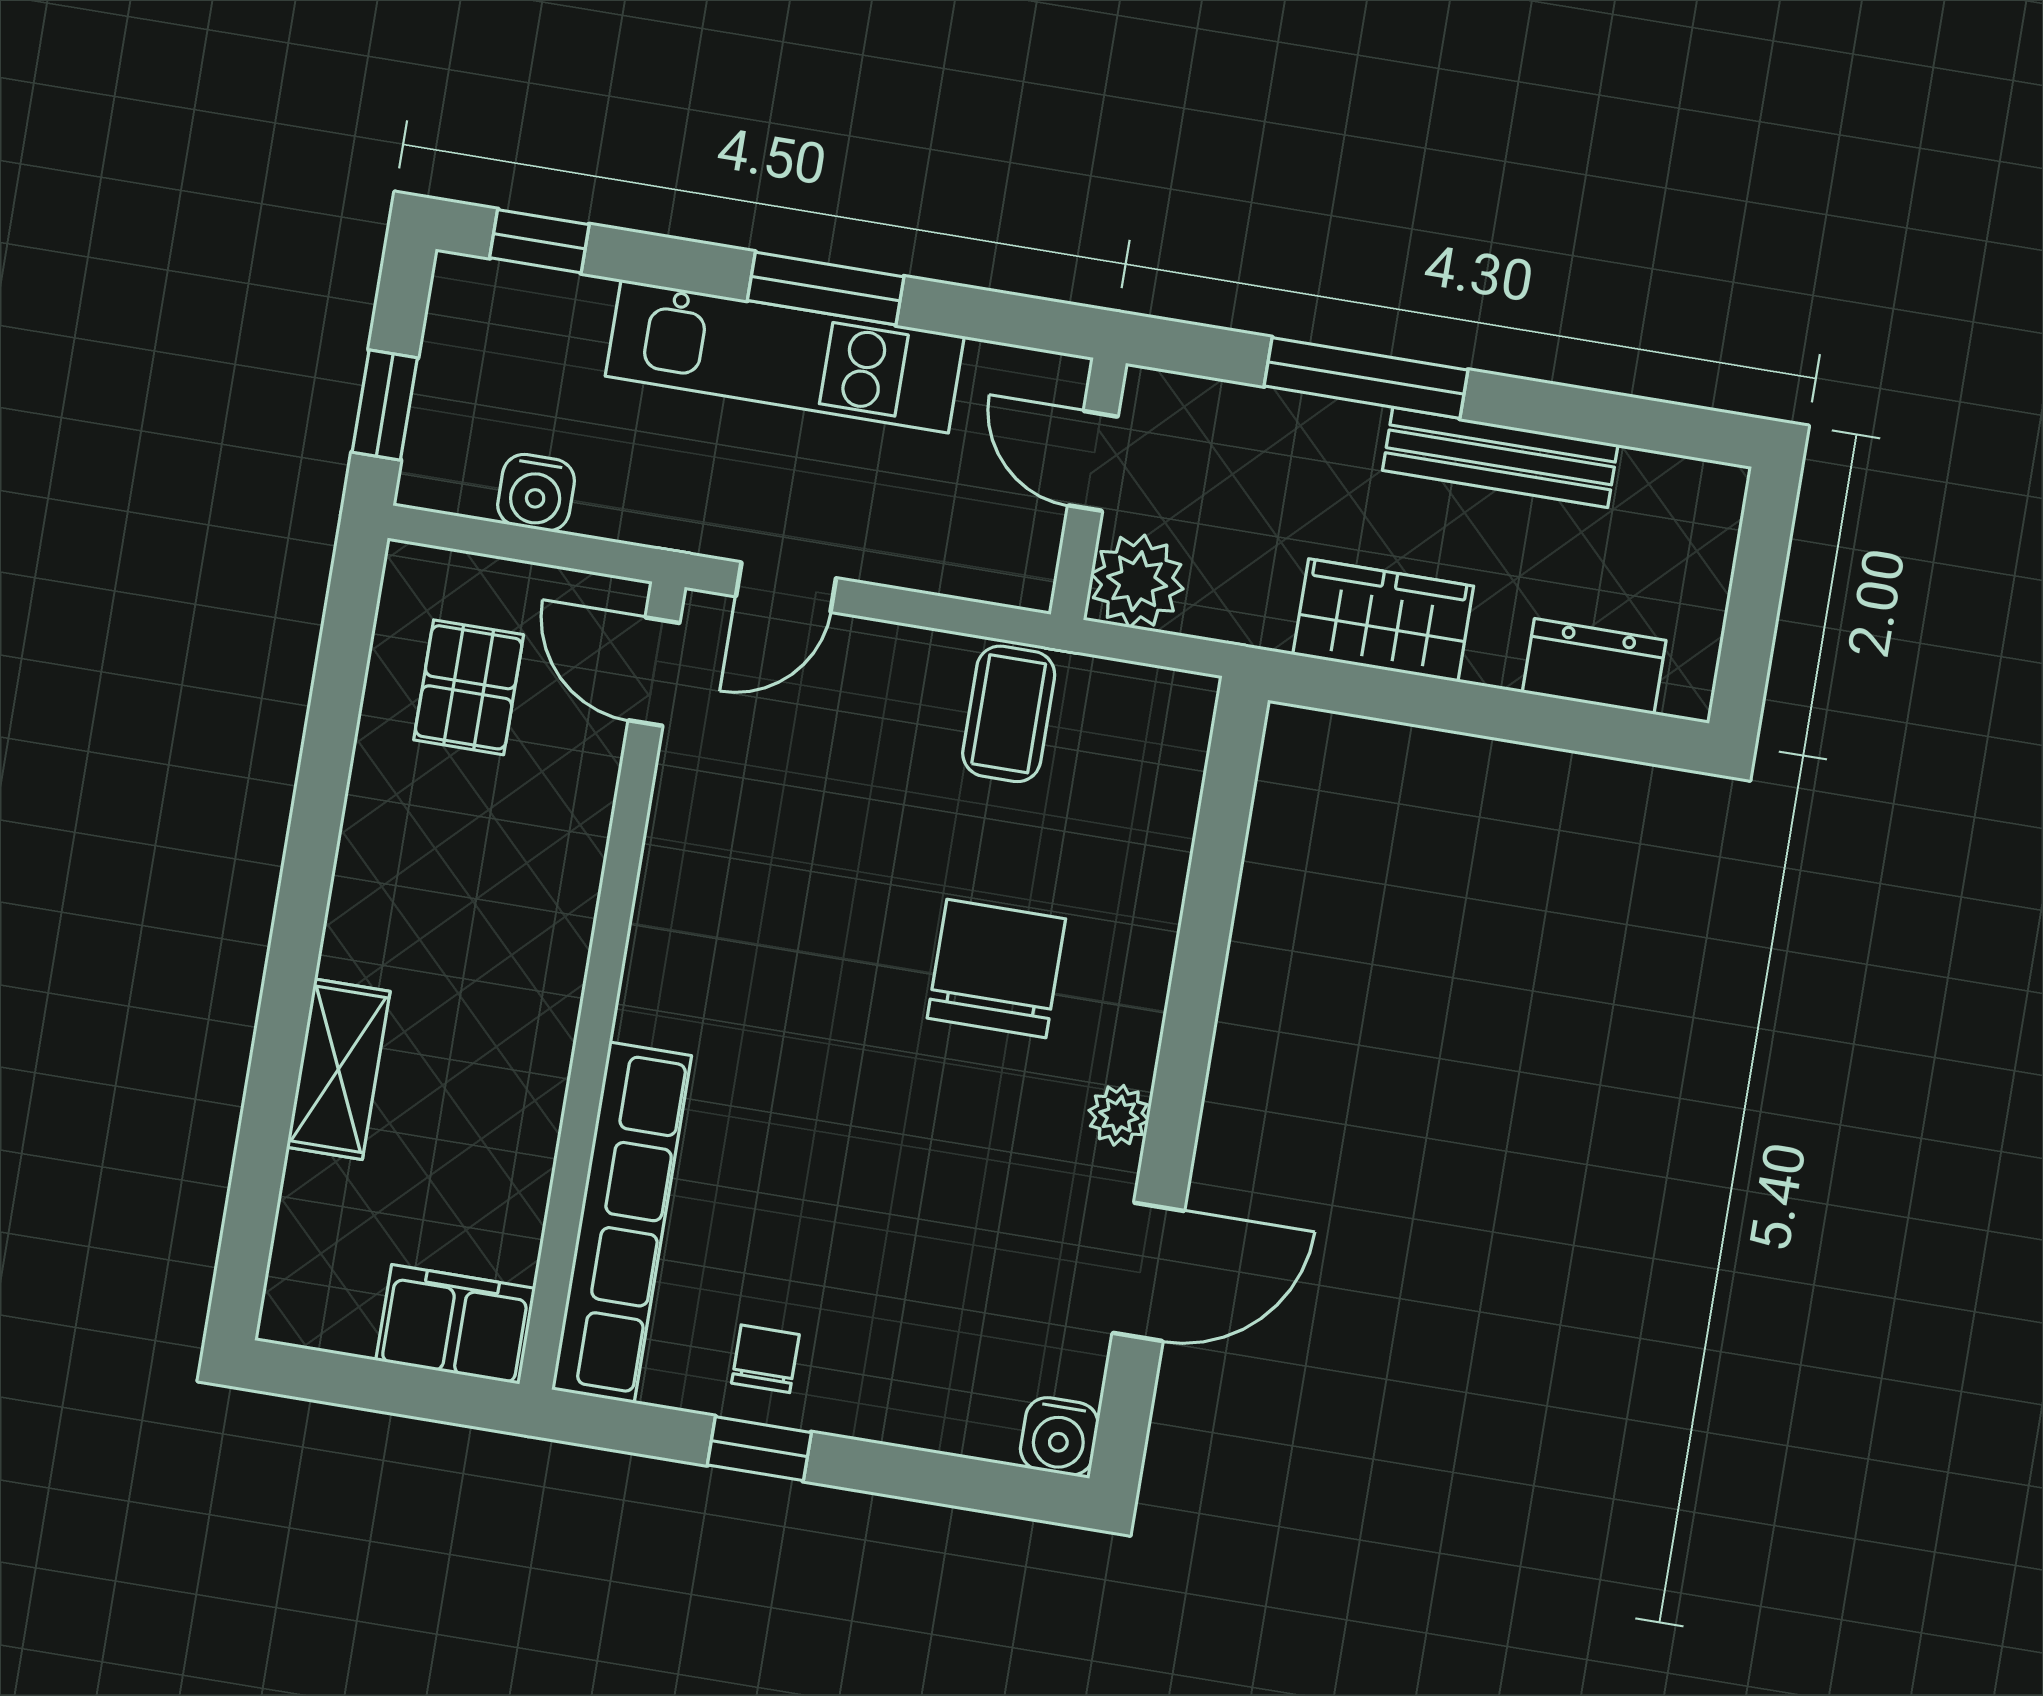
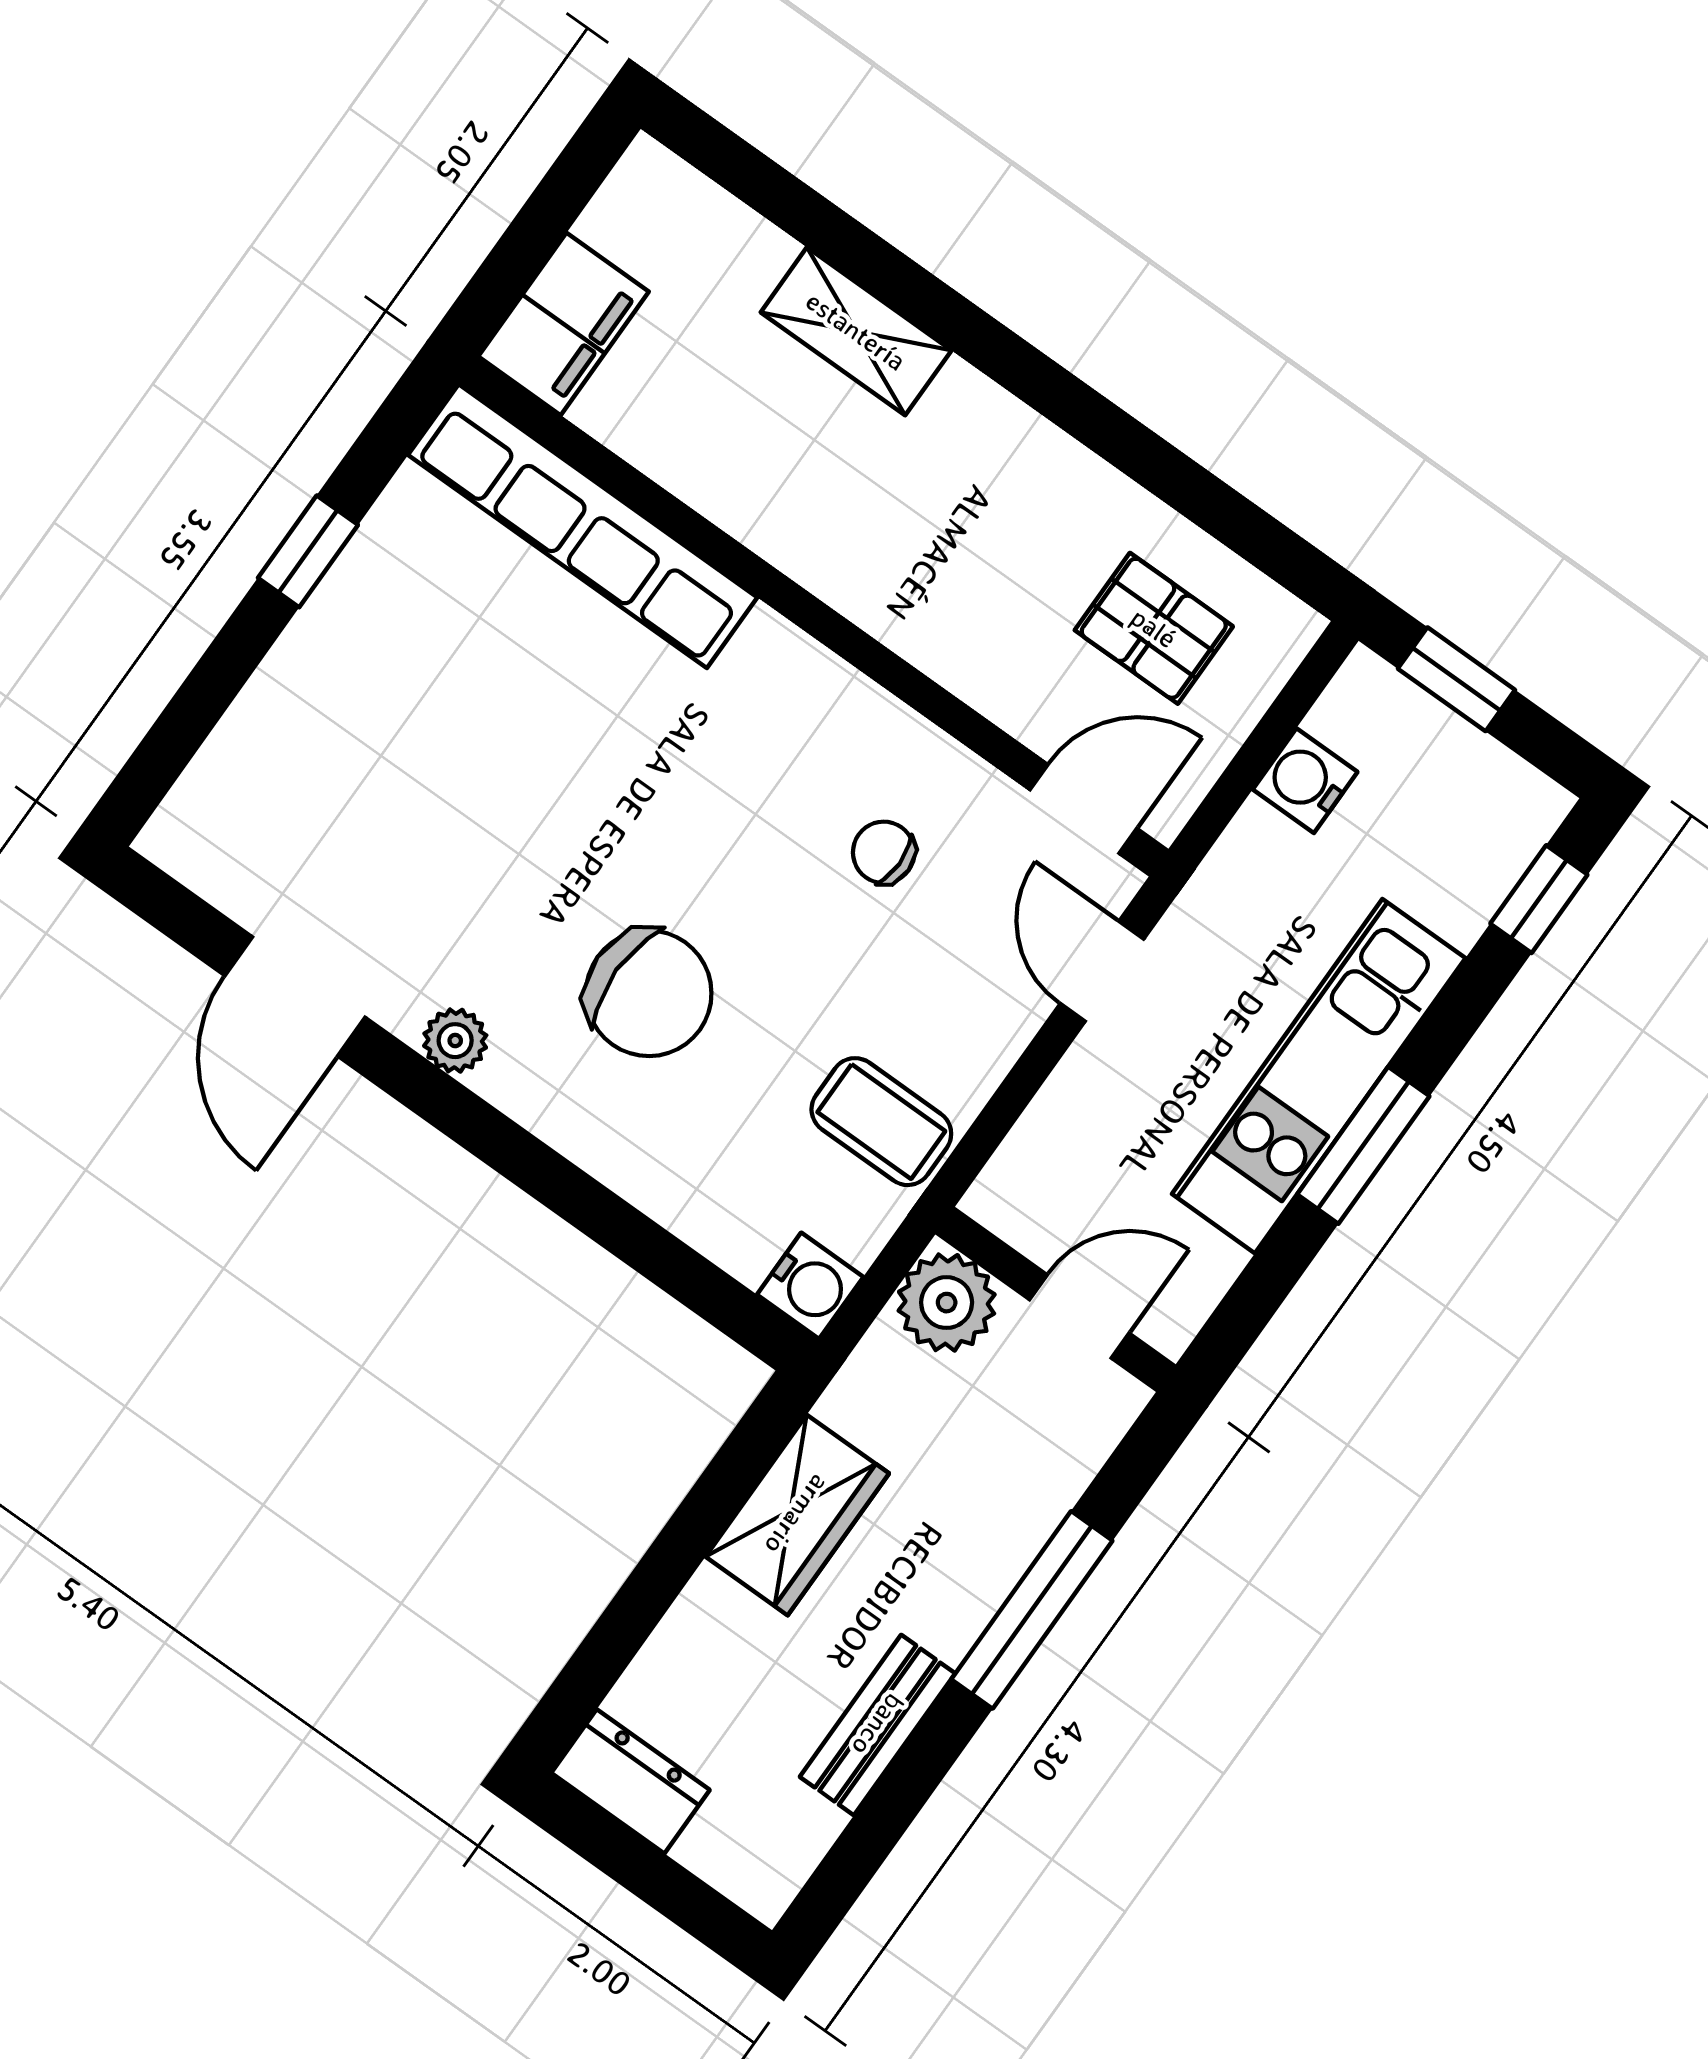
bench: (1500, 457) -> (878, 1725), width x0.73
dresser: (1594, 666) -> (630, 1781), moved, turned -90
chair: (765, 1359) -> (884, 852), moved, turned 180
water cooler: (1059, 1436) -> (810, 1286), moved, turned 180

